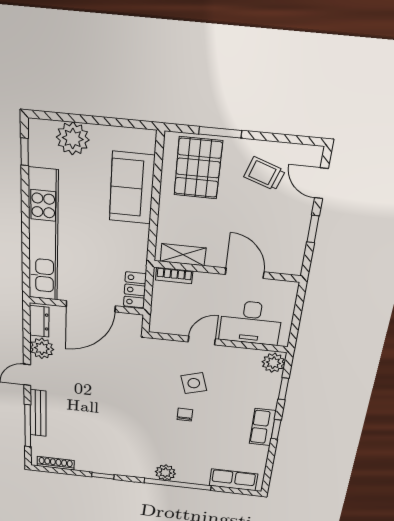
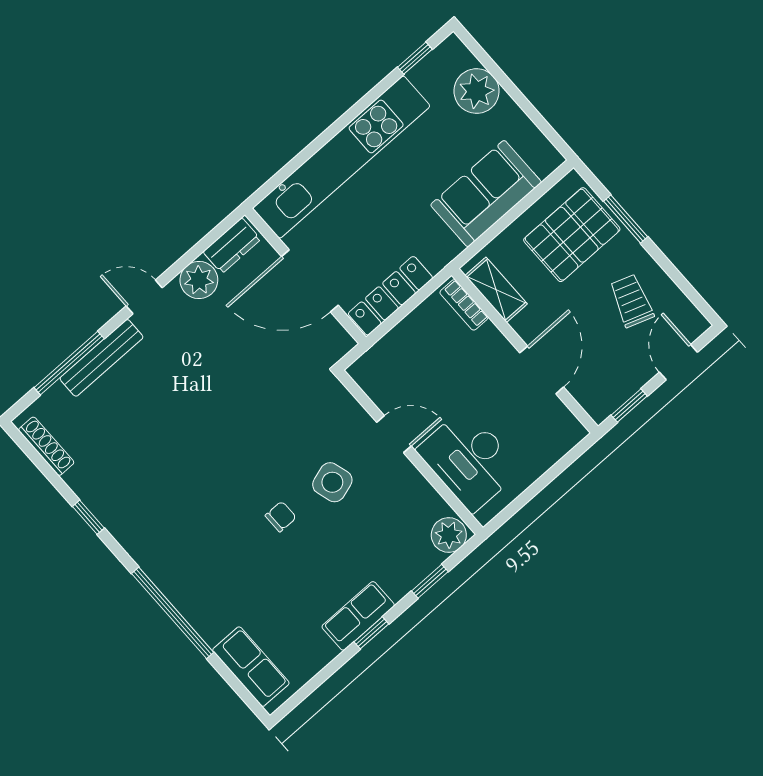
shelving: (183, 255) -> (496, 290), moved
wall: (227, 271) -> (525, 351), moved
door: (245, 273) -> (542, 370), moved
bookcase: (174, 276) -> (464, 305), moved
locker: (135, 290) -> (390, 296), width x1.53
plant: (165, 473) -> (174, 582), removed

